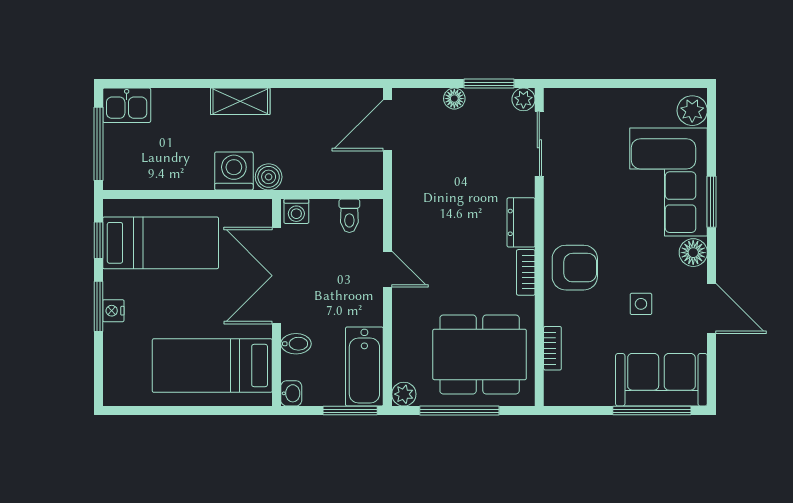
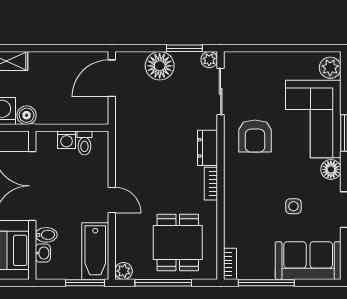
floor lamp: (454, 99) -> (160, 66), width x1.89, depth x1.89
washing machine: (296, 211) -> (67, 140), moved
armchair: (575, 268) -> (255, 136), moved, turned 90
door: (387, 269) -> (112, 200), moved
bookcase: (552, 348) -> (230, 264), moved
dining table: (480, 354) -> (178, 242), width x0.73
washbasin: (291, 393) -> (43, 253), moved
window: (652, 411) -> (266, 283), moved

